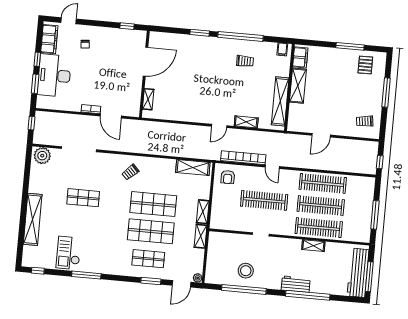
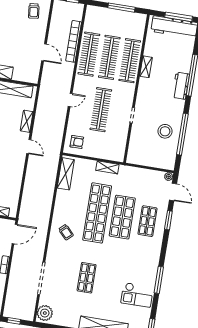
door: (111, 116) -> (15, 234), moved
bookcase: (243, 158) -> (74, 41), moved
shop shelf: (153, 204) -> (97, 213), width x1.40
shelving: (201, 236) -> (130, 171), removed

